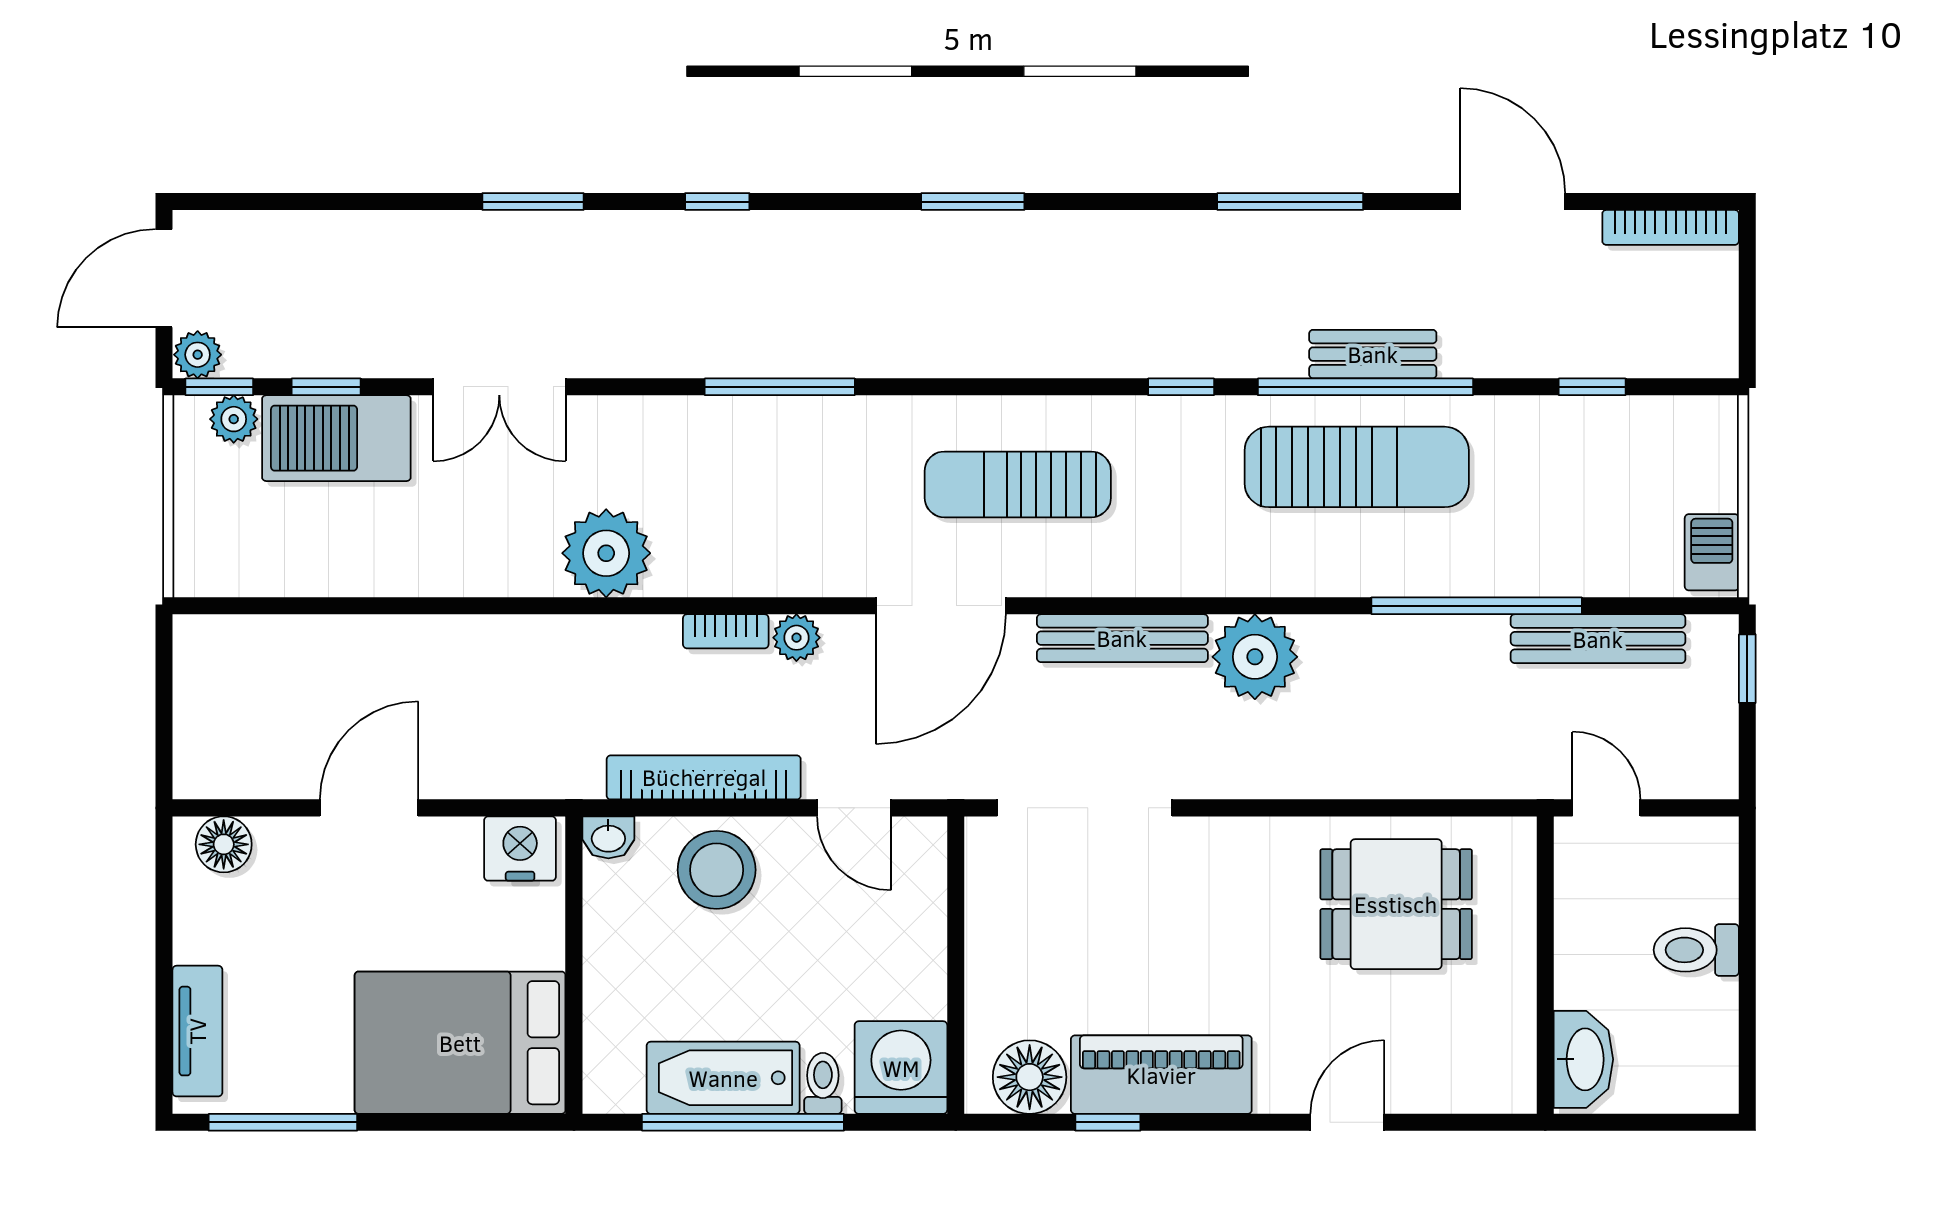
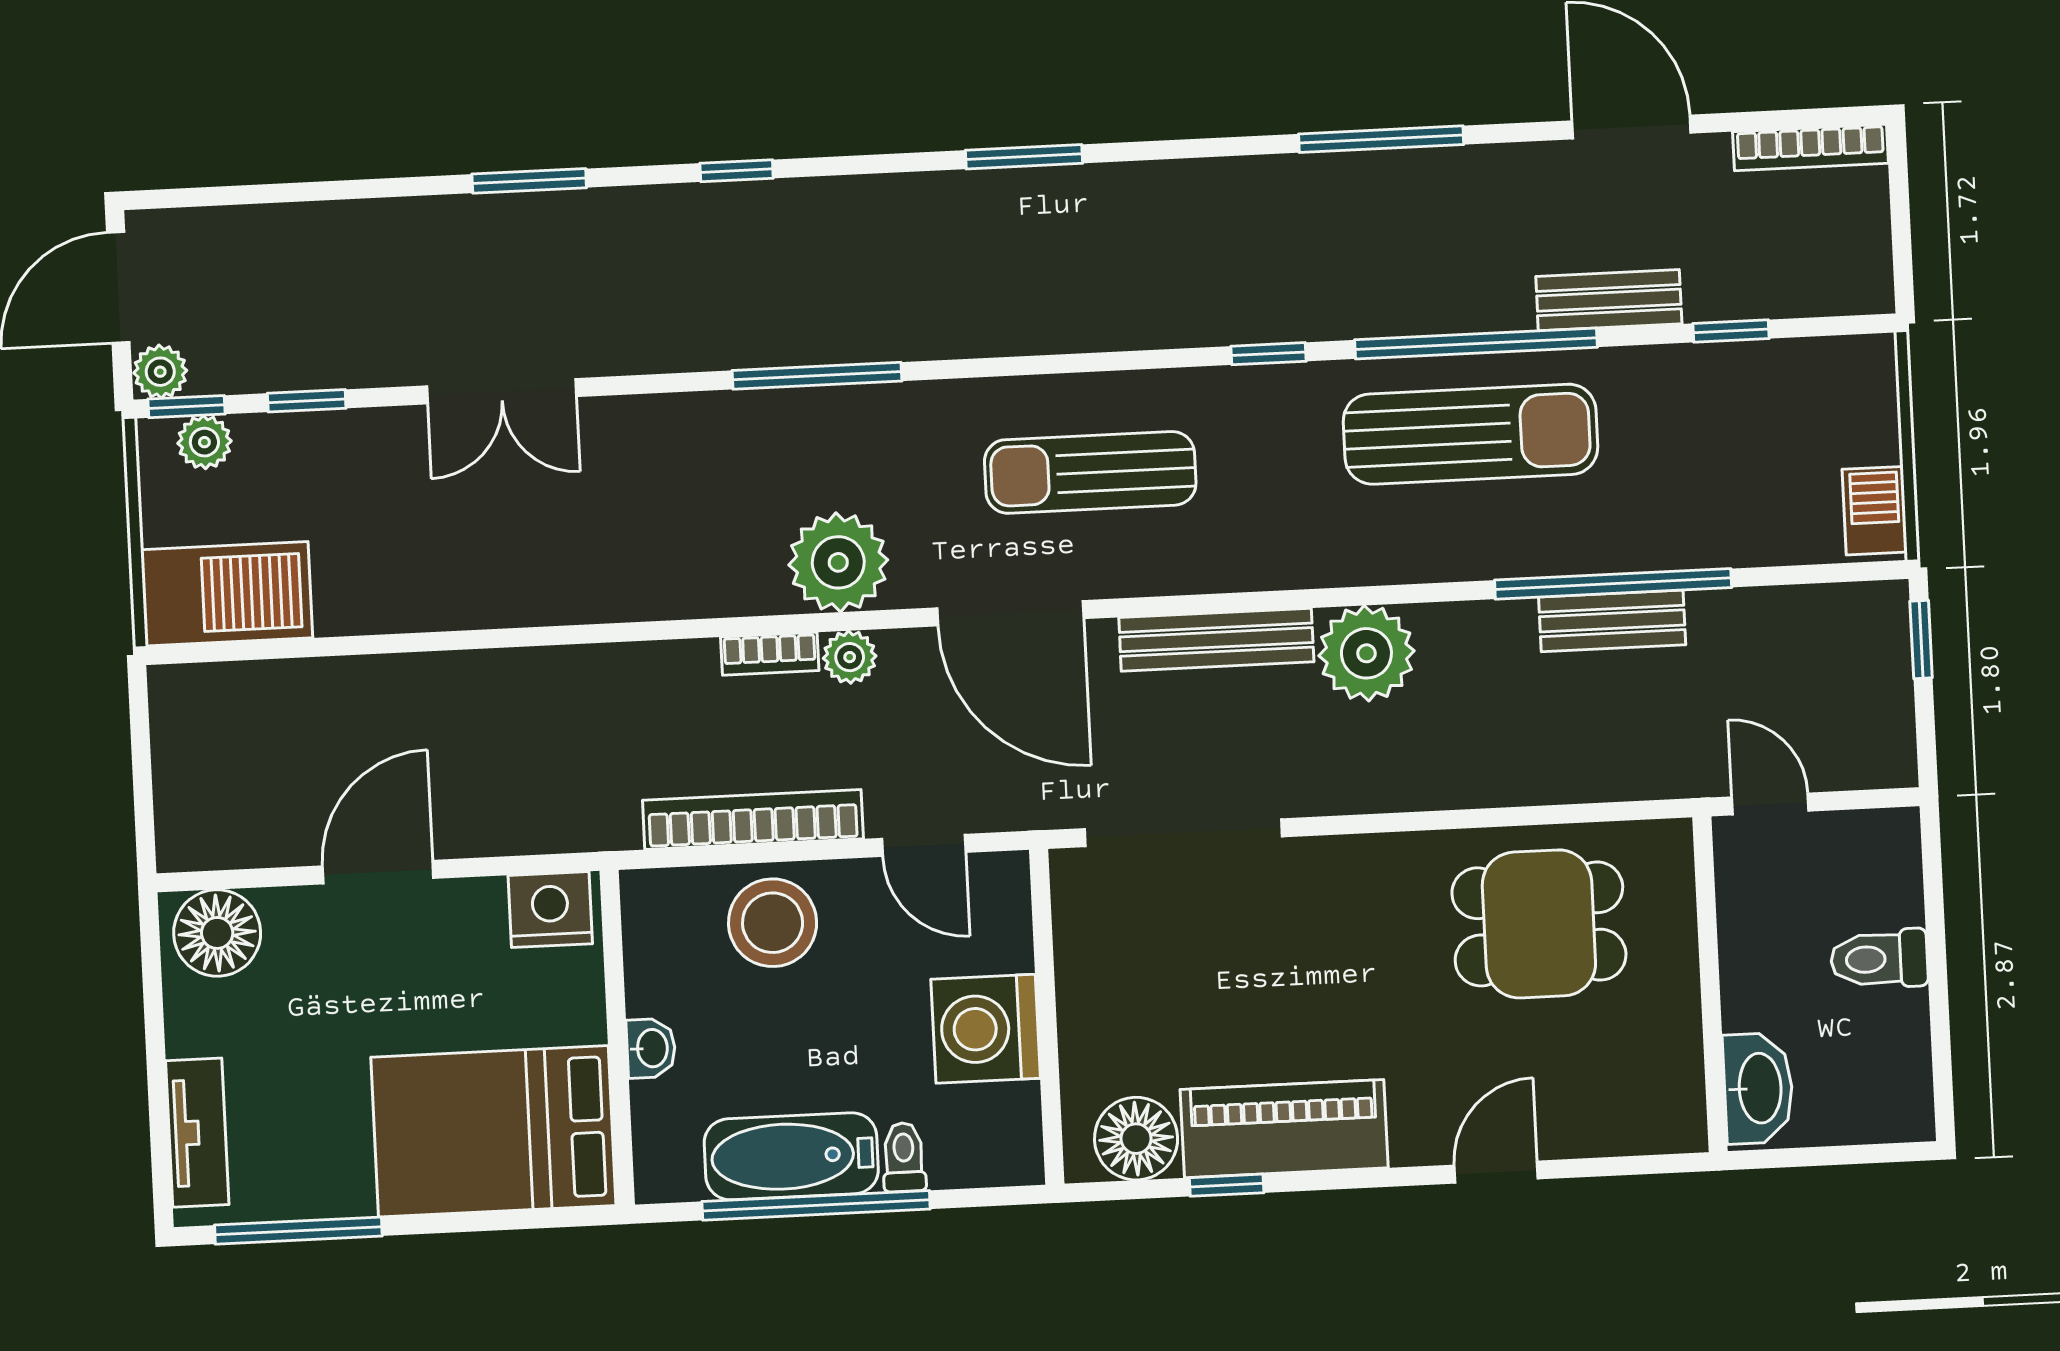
bench: (1373, 354) -> (1609, 300), moved
barbecue: (336, 438) -> (227, 594), moved, turned 180
plant: (606, 553) -> (838, 562), moved
door: (941, 606) -> (1010, 613), hinge flipped
bench: (1598, 639) -> (1612, 621), moved, width x0.73
washbasin: (608, 837) -> (651, 1048), moved, turned -90
floor lamp: (224, 844) -> (217, 933), width x1.38, depth x1.38
washing machine: (901, 1068) -> (986, 1029), moved, turned -90

